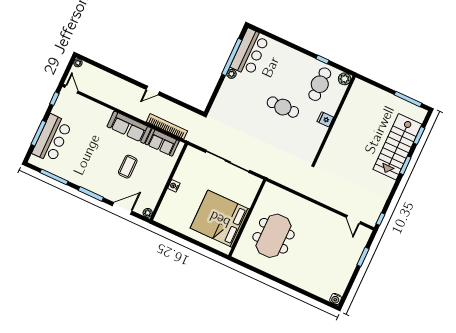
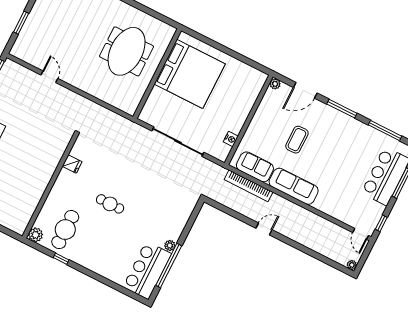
cafe table: (283, 107) -> (110, 204), width x0.73, depth x0.74
fridge: (325, 119) -> (72, 164), moved
nightstand: (174, 186) -> (231, 139), moved
door: (353, 219) -> (49, 77), moved

